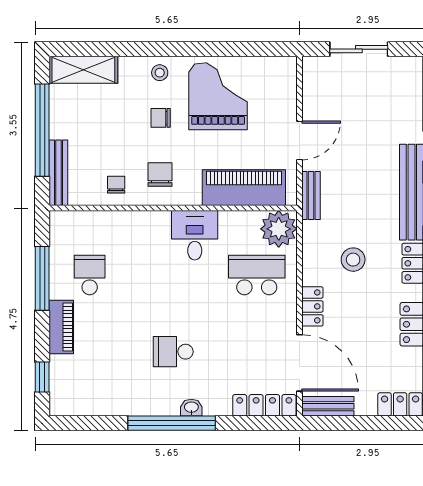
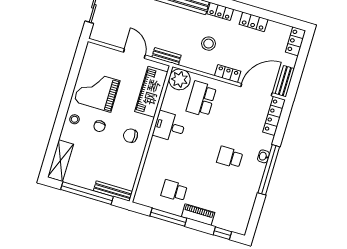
chair: (116, 185) -> (129, 161), removed
school desk: (173, 352) -> (230, 157), turned 90

